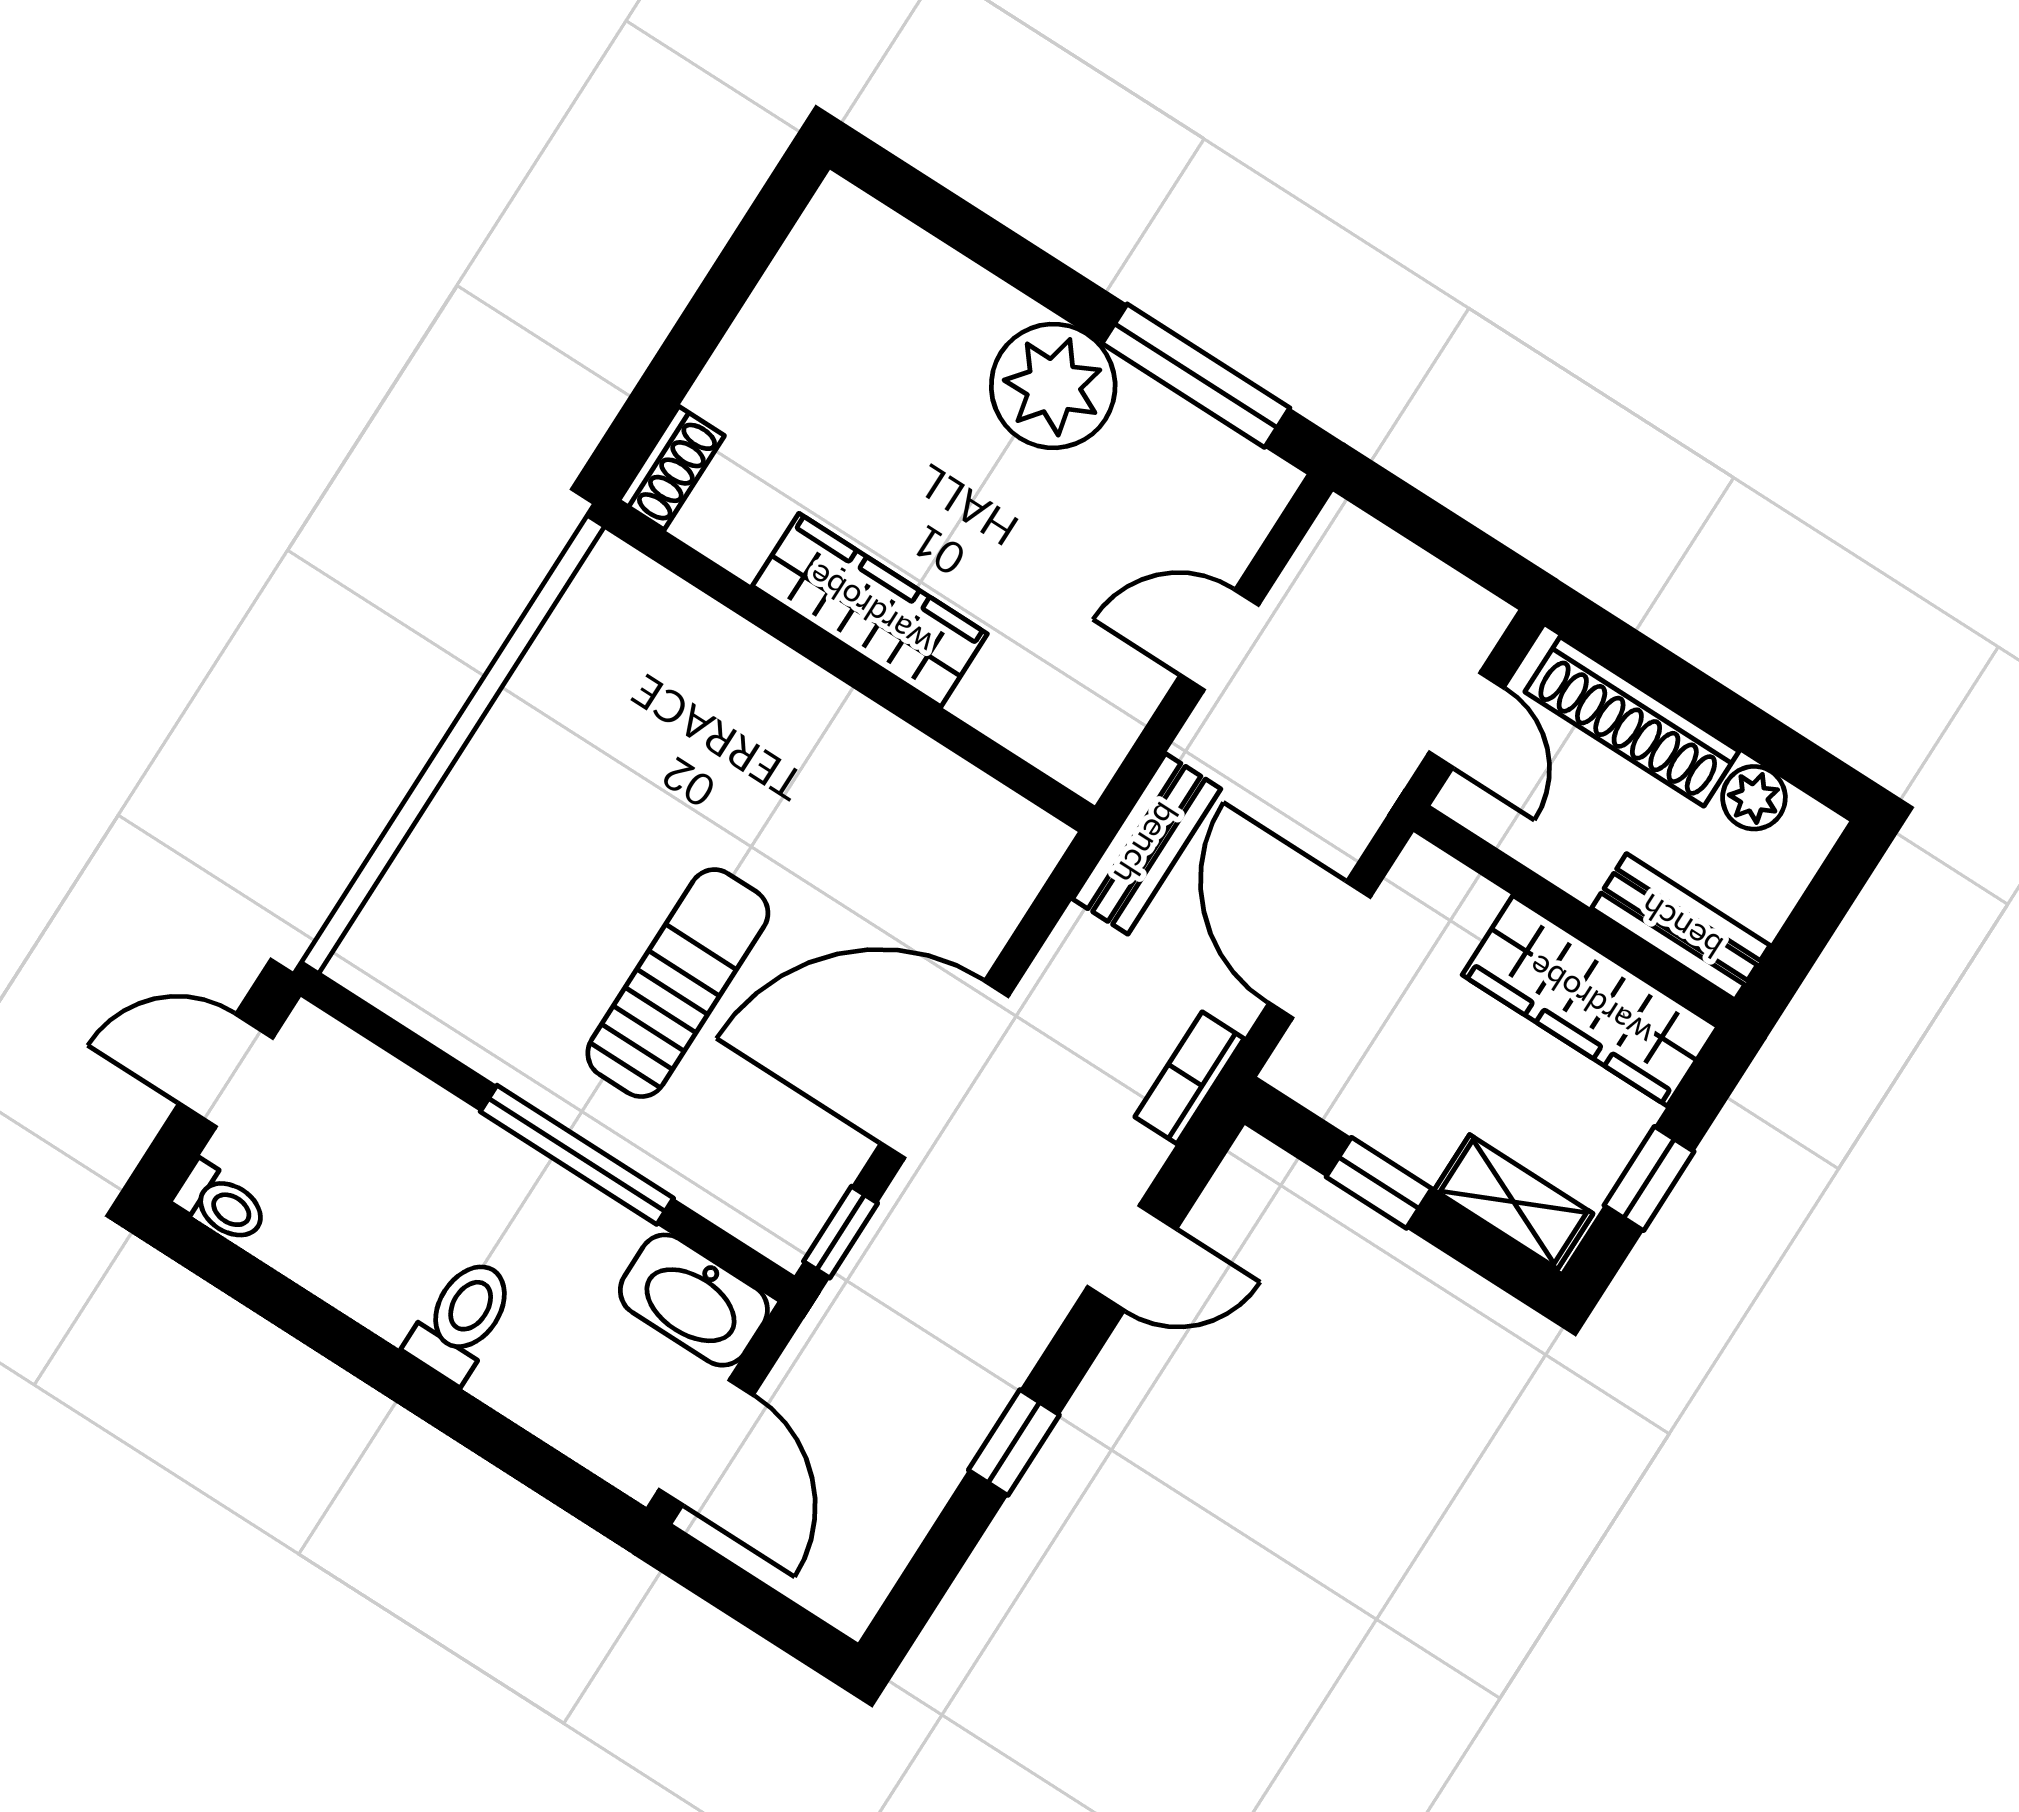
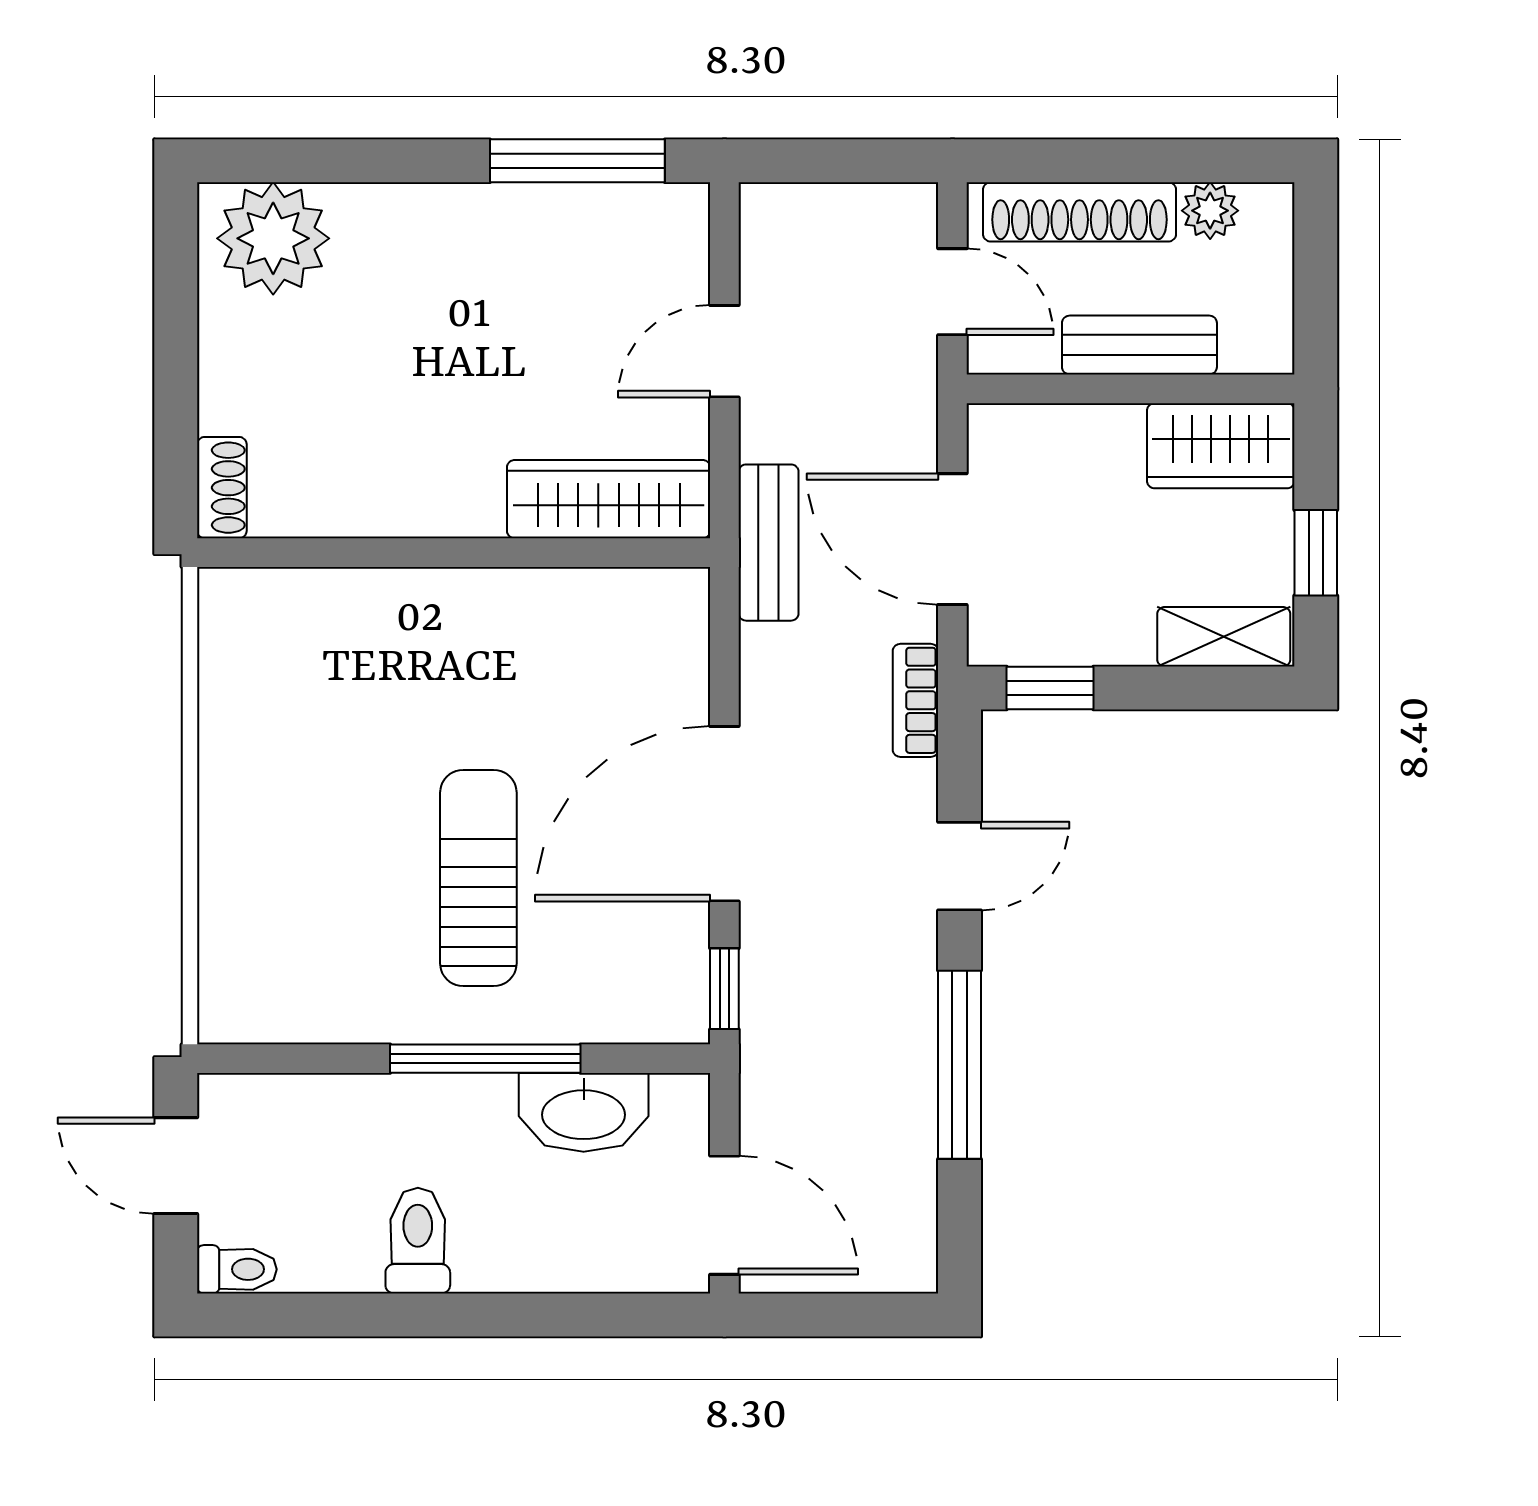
plant: (1053, 386) -> (273, 238), moved
wardrobe: (870, 610) -> (609, 499), moved
bench: (1681, 927) -> (1139, 345), moved
wardrobe: (1590, 1001) -> (1221, 446), width x0.67
door: (226, 1071) -> (176, 1166), hinge flipped
window: (1379, 1183) -> (1050, 688), moved
washbasin: (694, 1300) -> (584, 1112), moved
toilet: (462, 1320) -> (418, 1241), moved
window: (1014, 1442) -> (960, 1065), width x2.17

